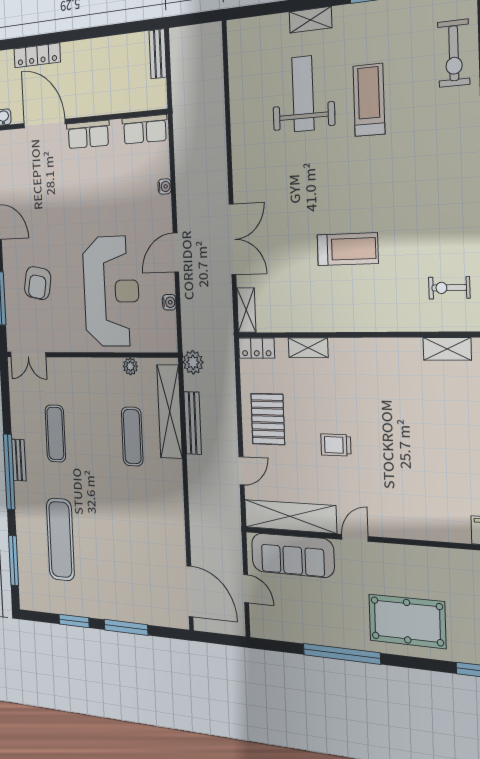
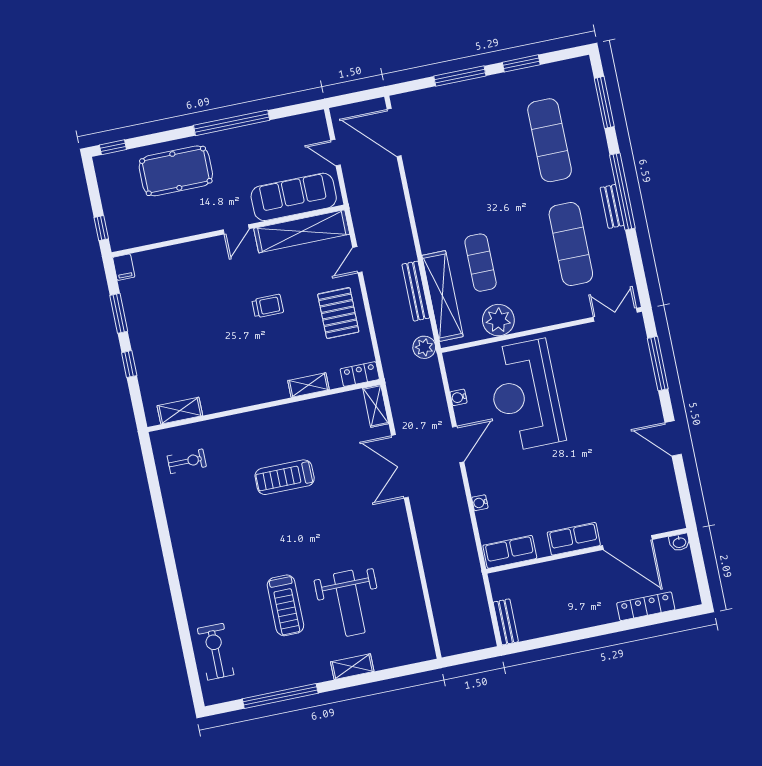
armchair: (38, 283) -> (614, 387), removed
plant: (130, 366) -> (498, 320), width x1.88, depth x1.88
exercise mat: (55, 433) -> (571, 244), width x1.36, depth x1.45

